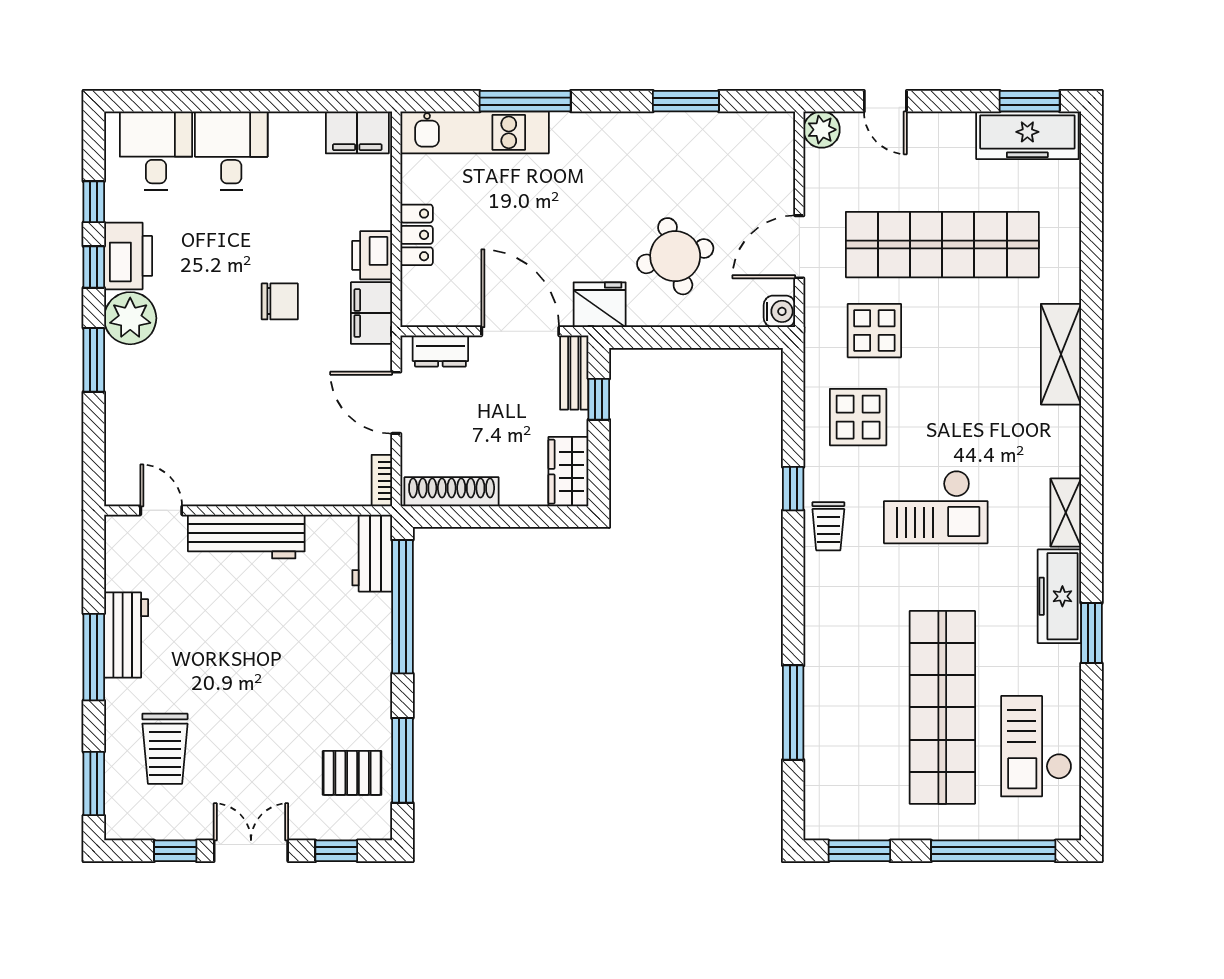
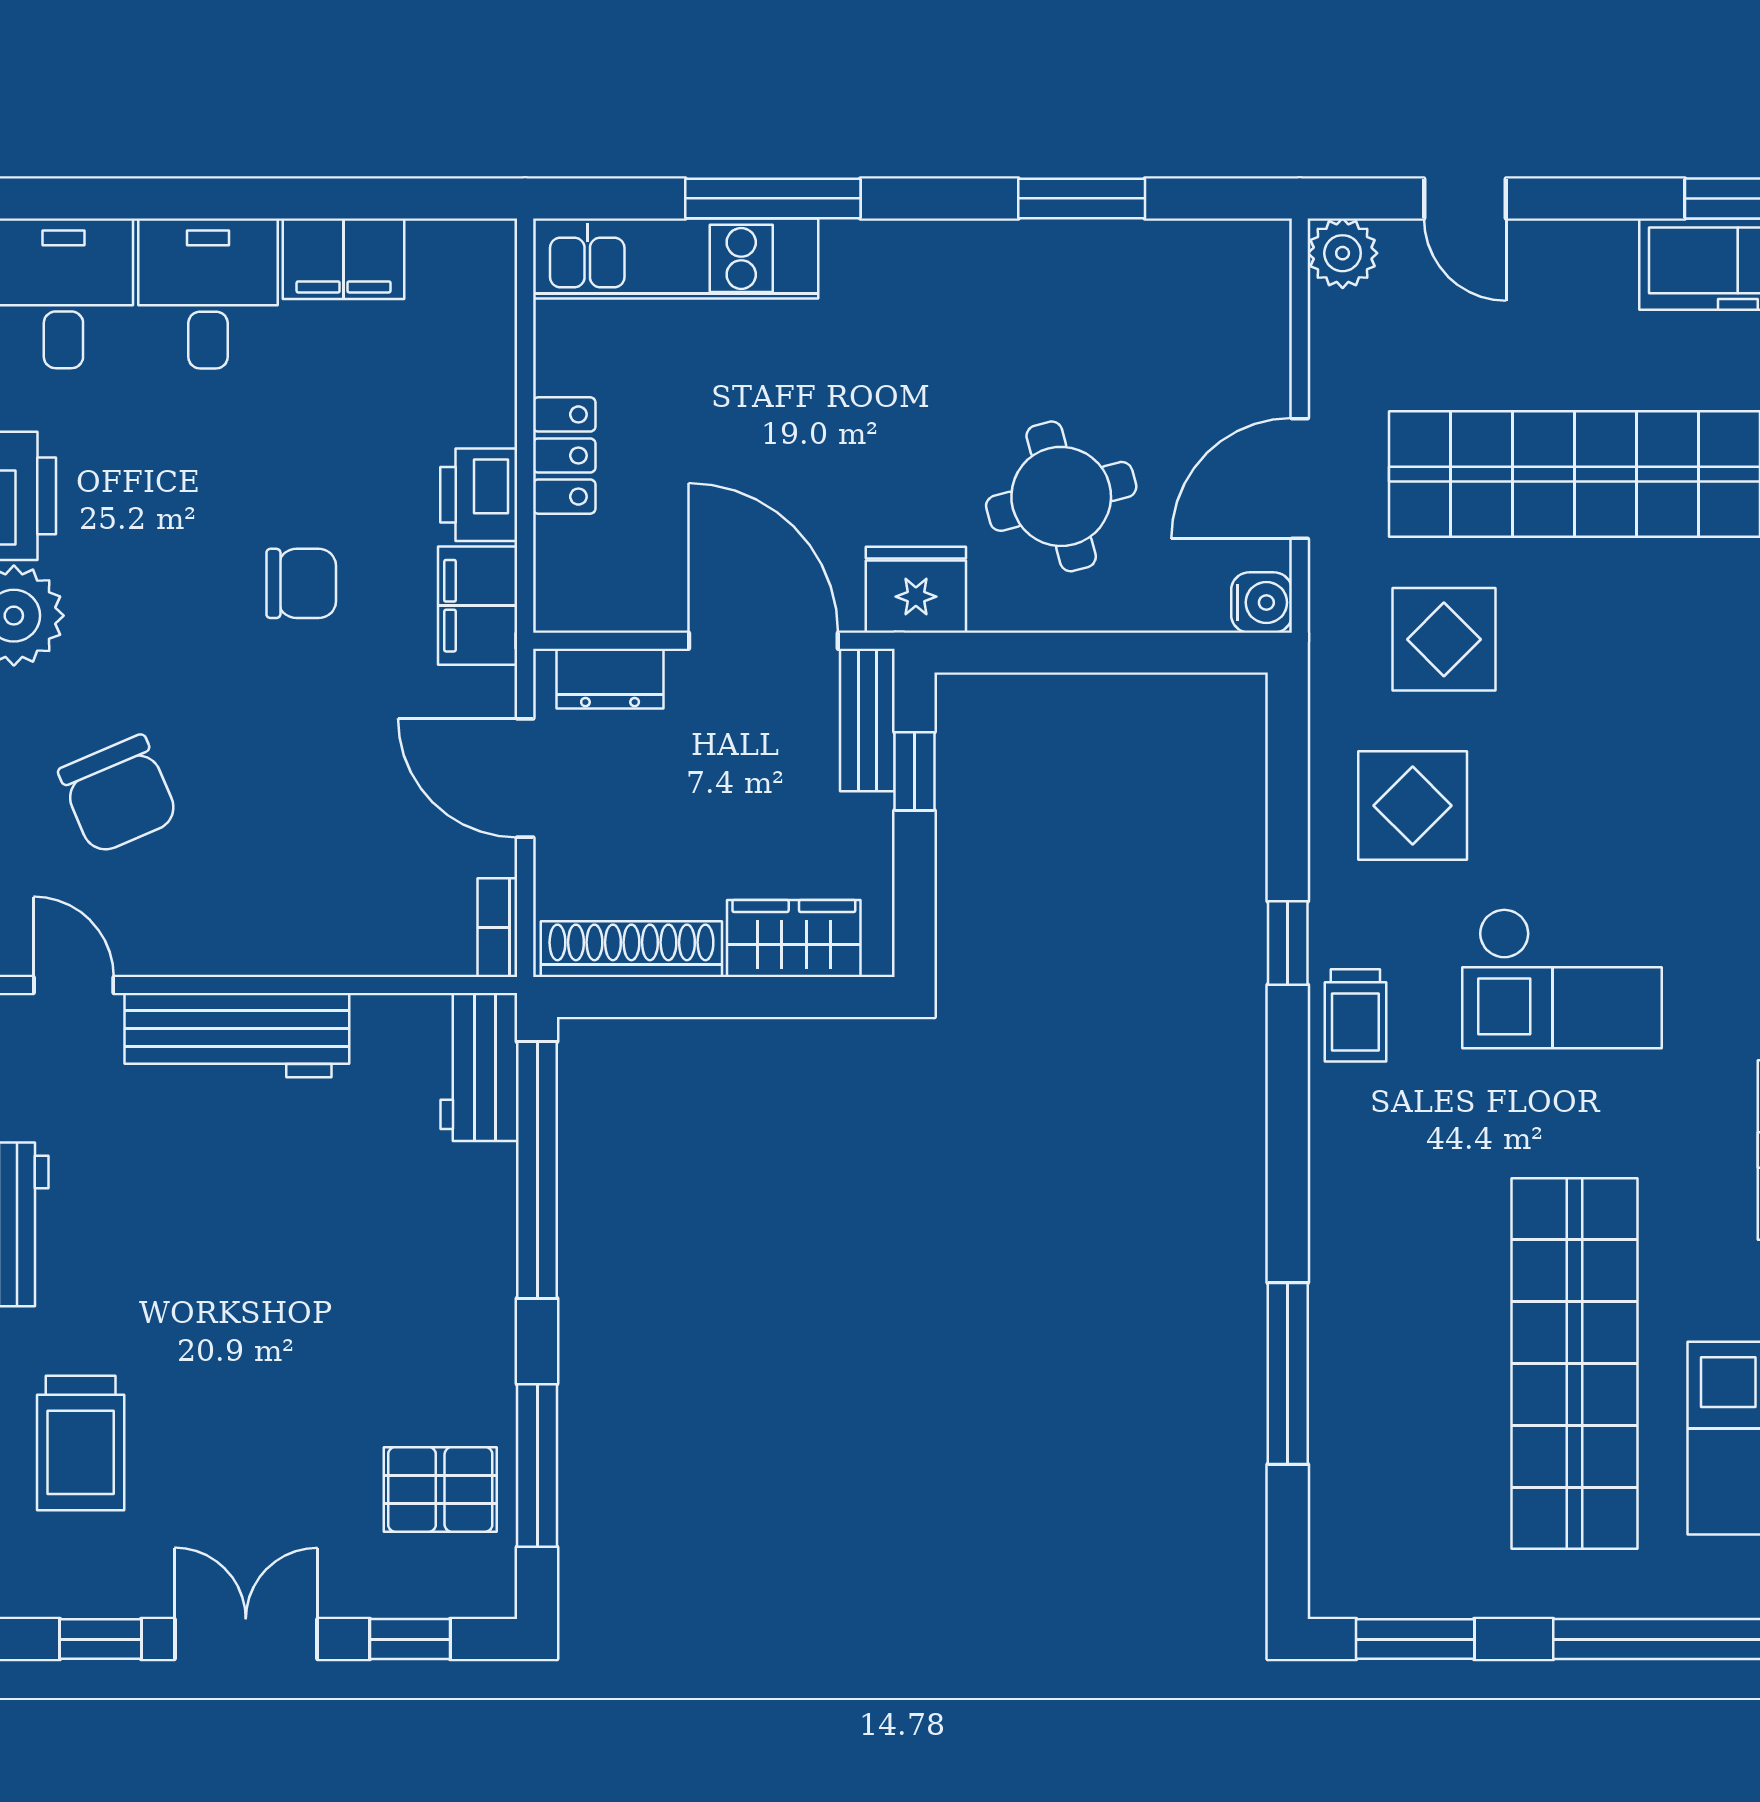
filing cabinet: (357, 132) -> (344, 259), moved
chair: (185, 411) -> (118, 795), added
wardrobe: (568, 472) -> (794, 938), moved, turned 90

